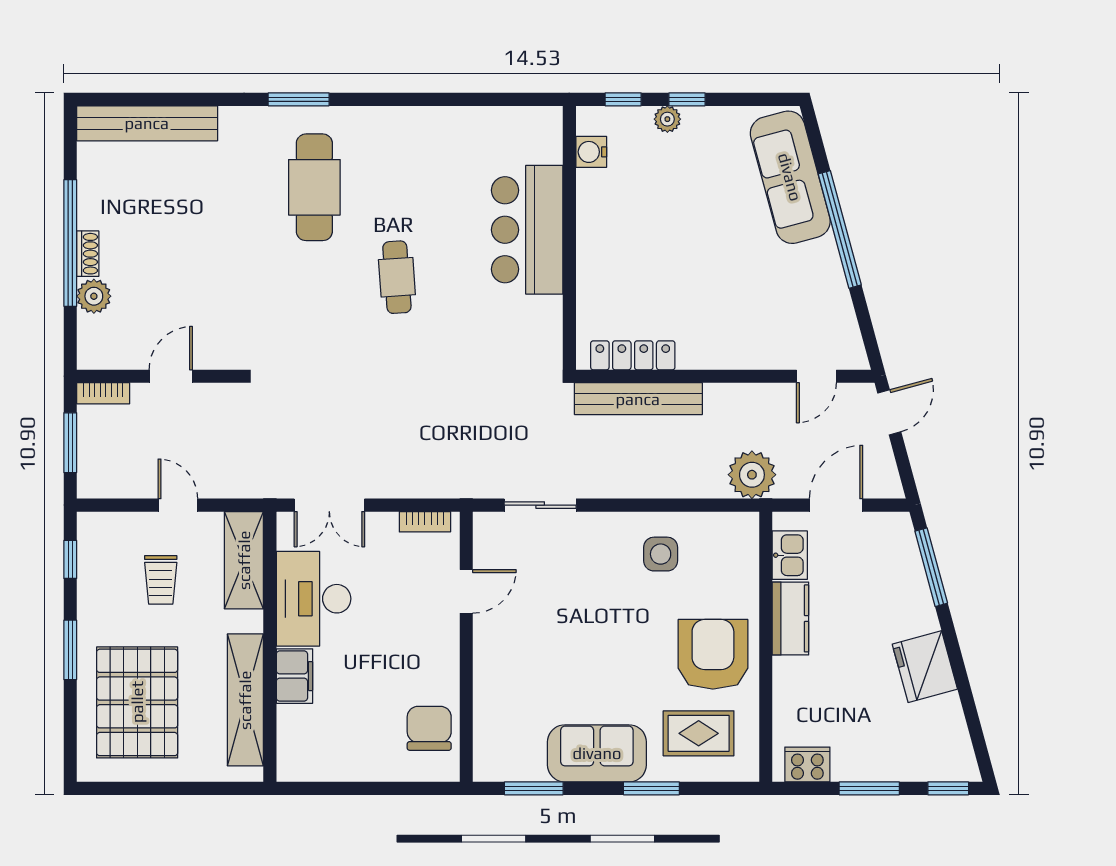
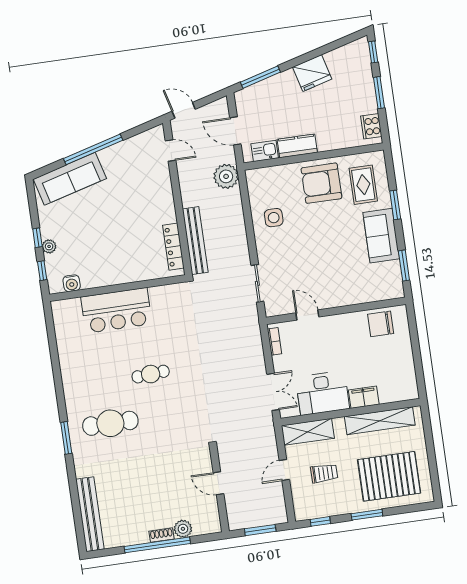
bookcase: (103, 393) -> (232, 517), removed

